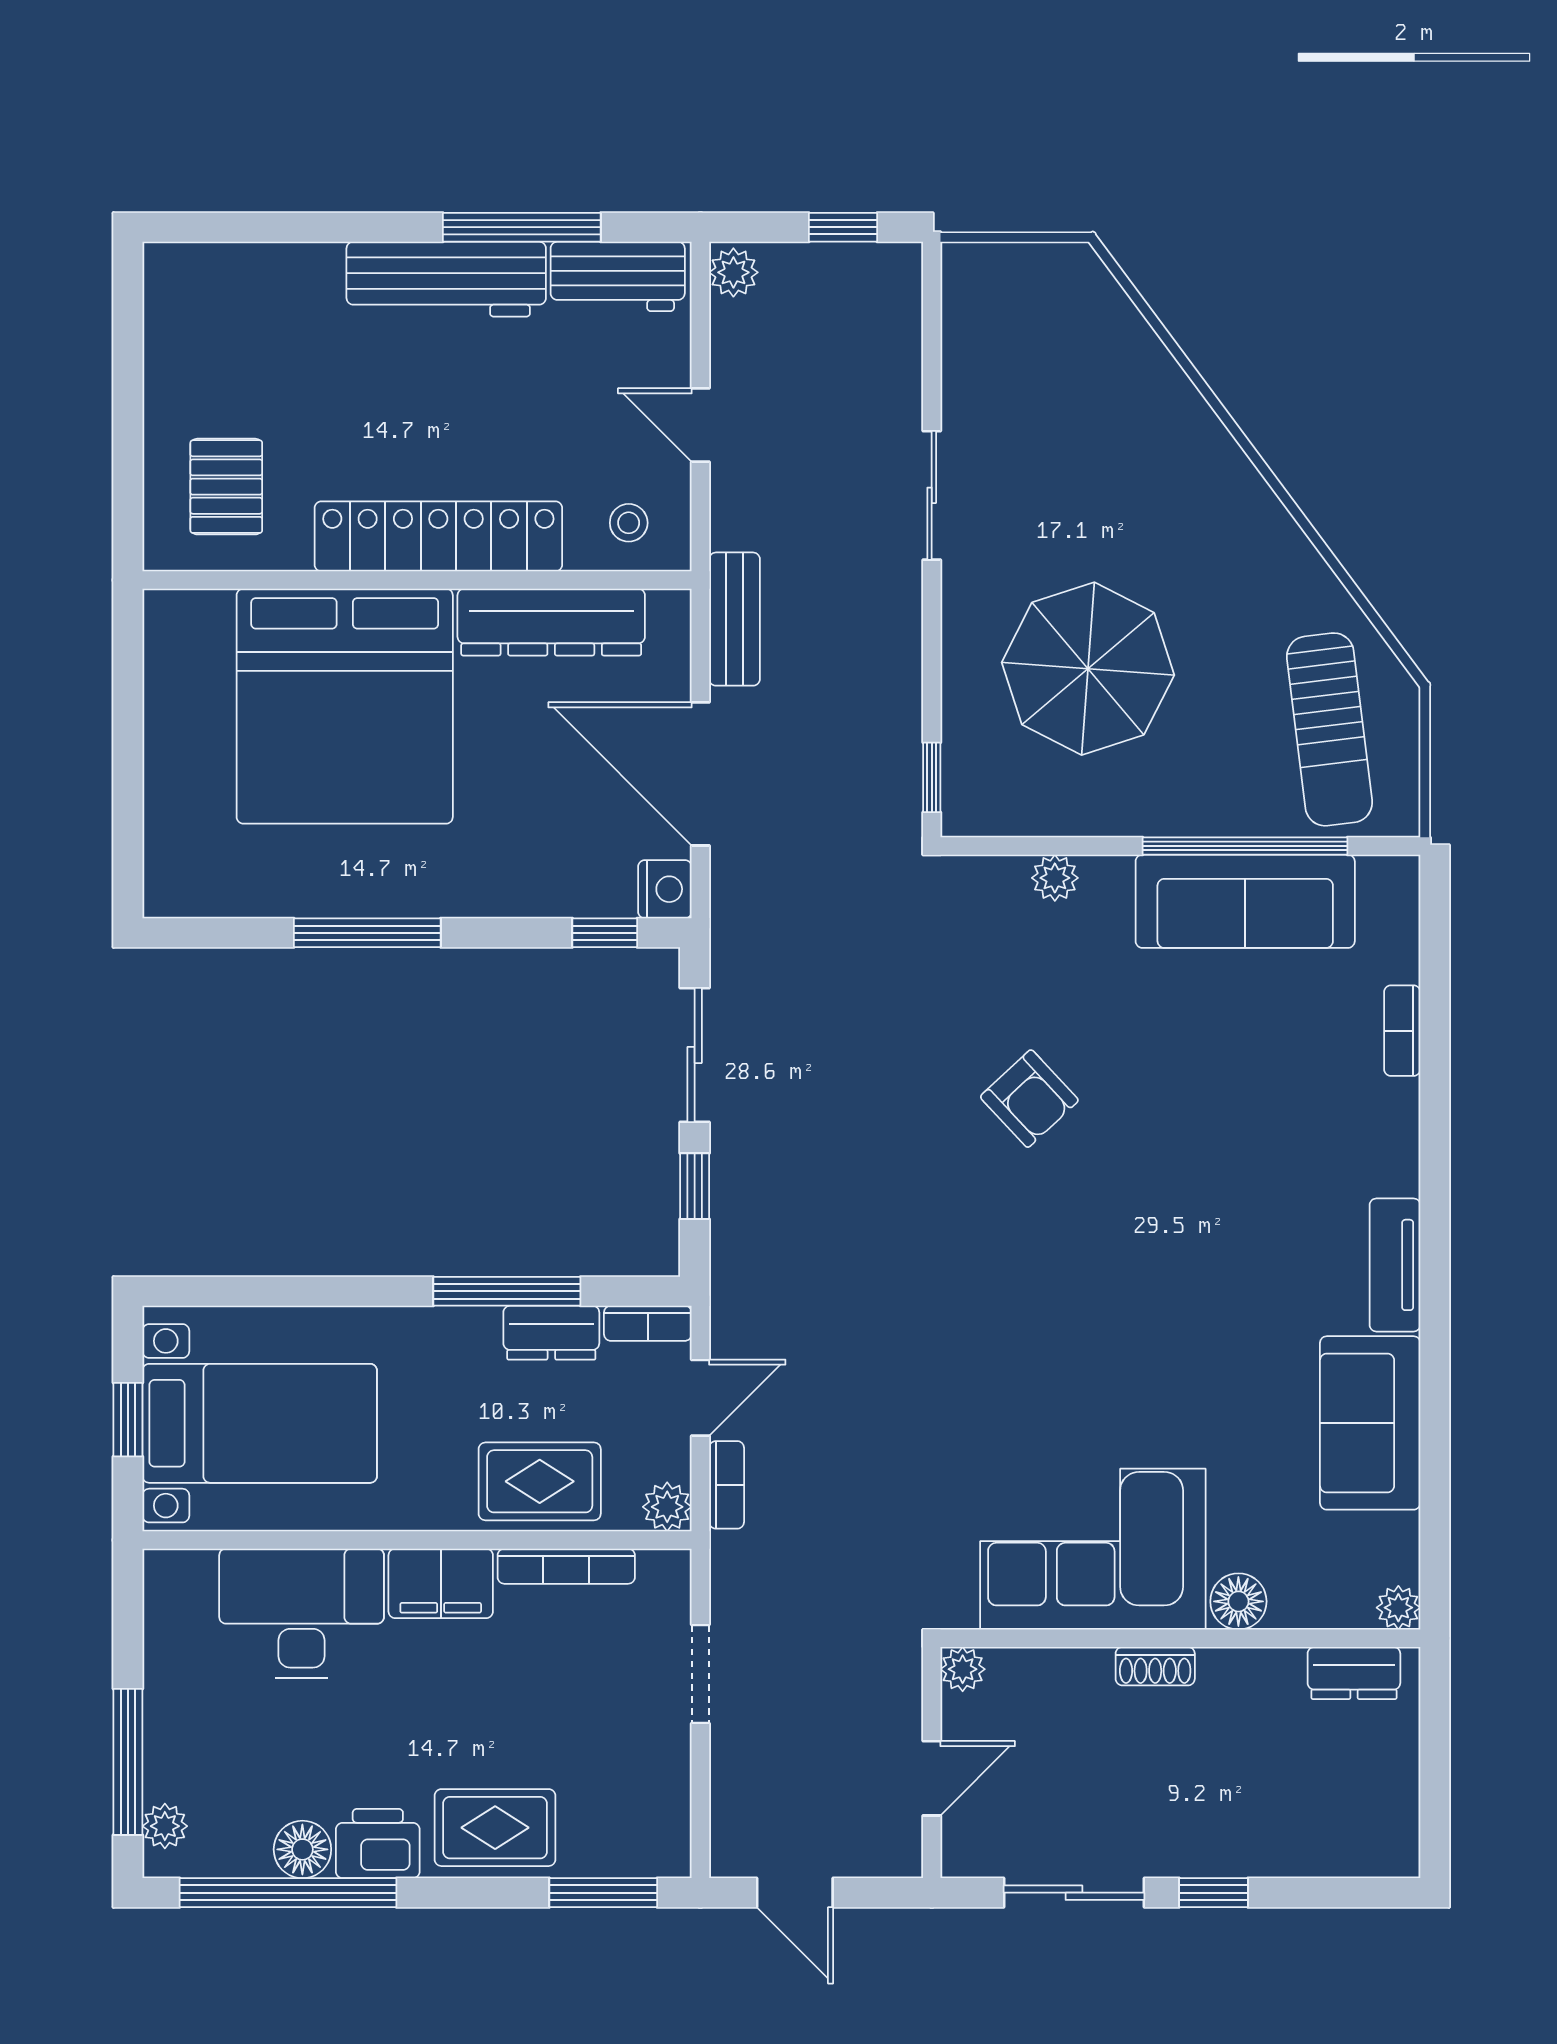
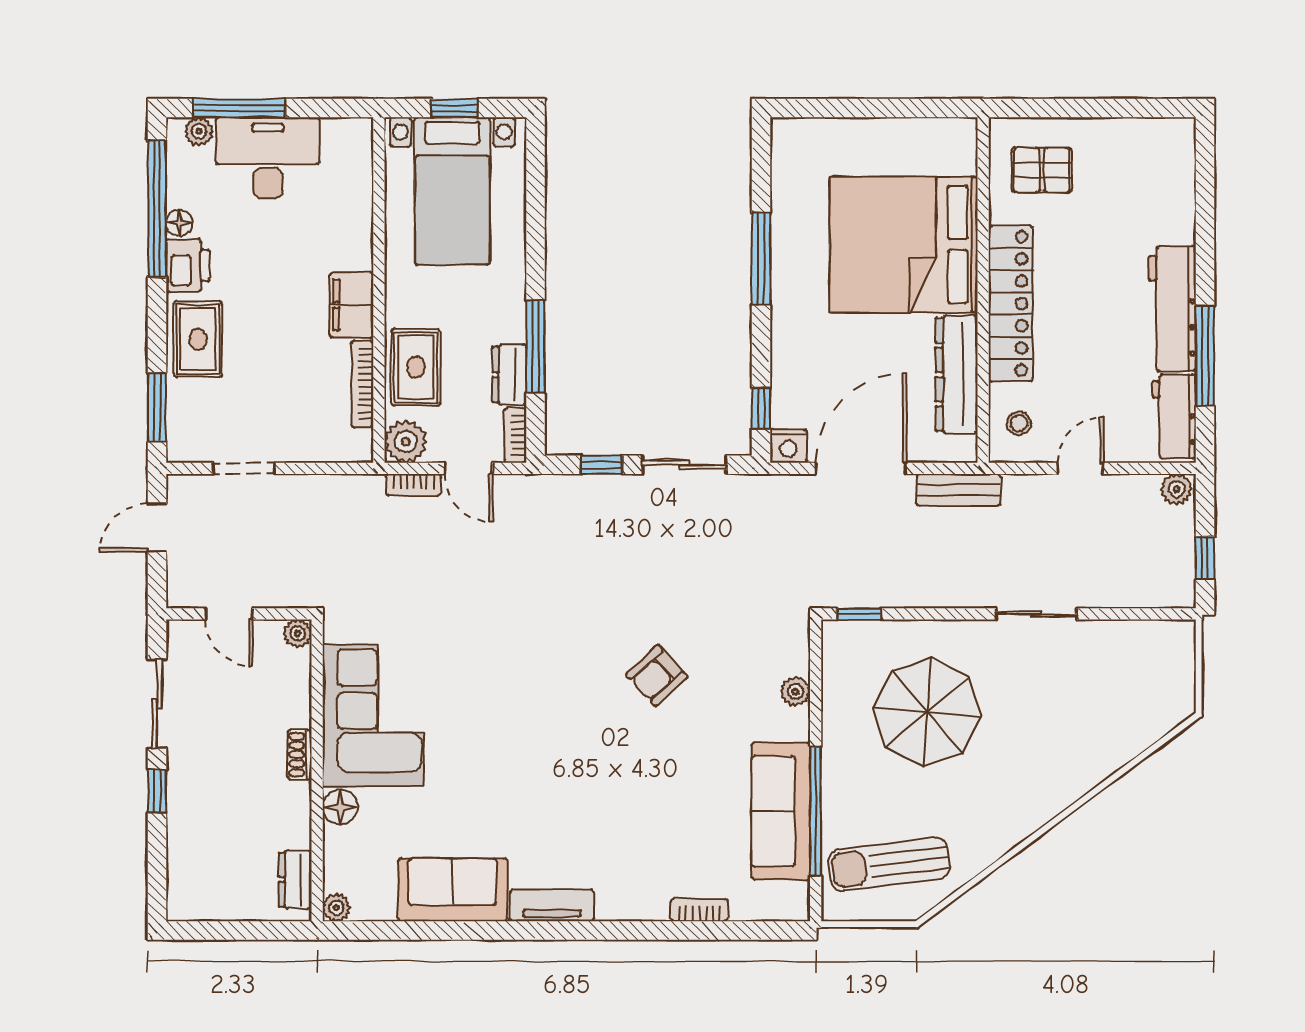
plant: (667, 1507) -> (406, 442), width x1.38, depth x1.38
desk: (302, 1613) -> (268, 158), moved, turned -90
doorway: (700, 1674) -> (244, 468), moved
floor lamp: (302, 1849) -> (179, 223), width x0.73, depth x0.73

